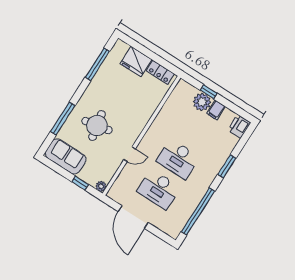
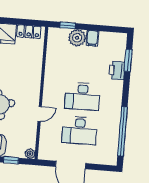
window: (209, 92) -> (68, 25), moved
printer: (239, 126) -> (117, 70), moved
window: (227, 166) -> (128, 60), moved

